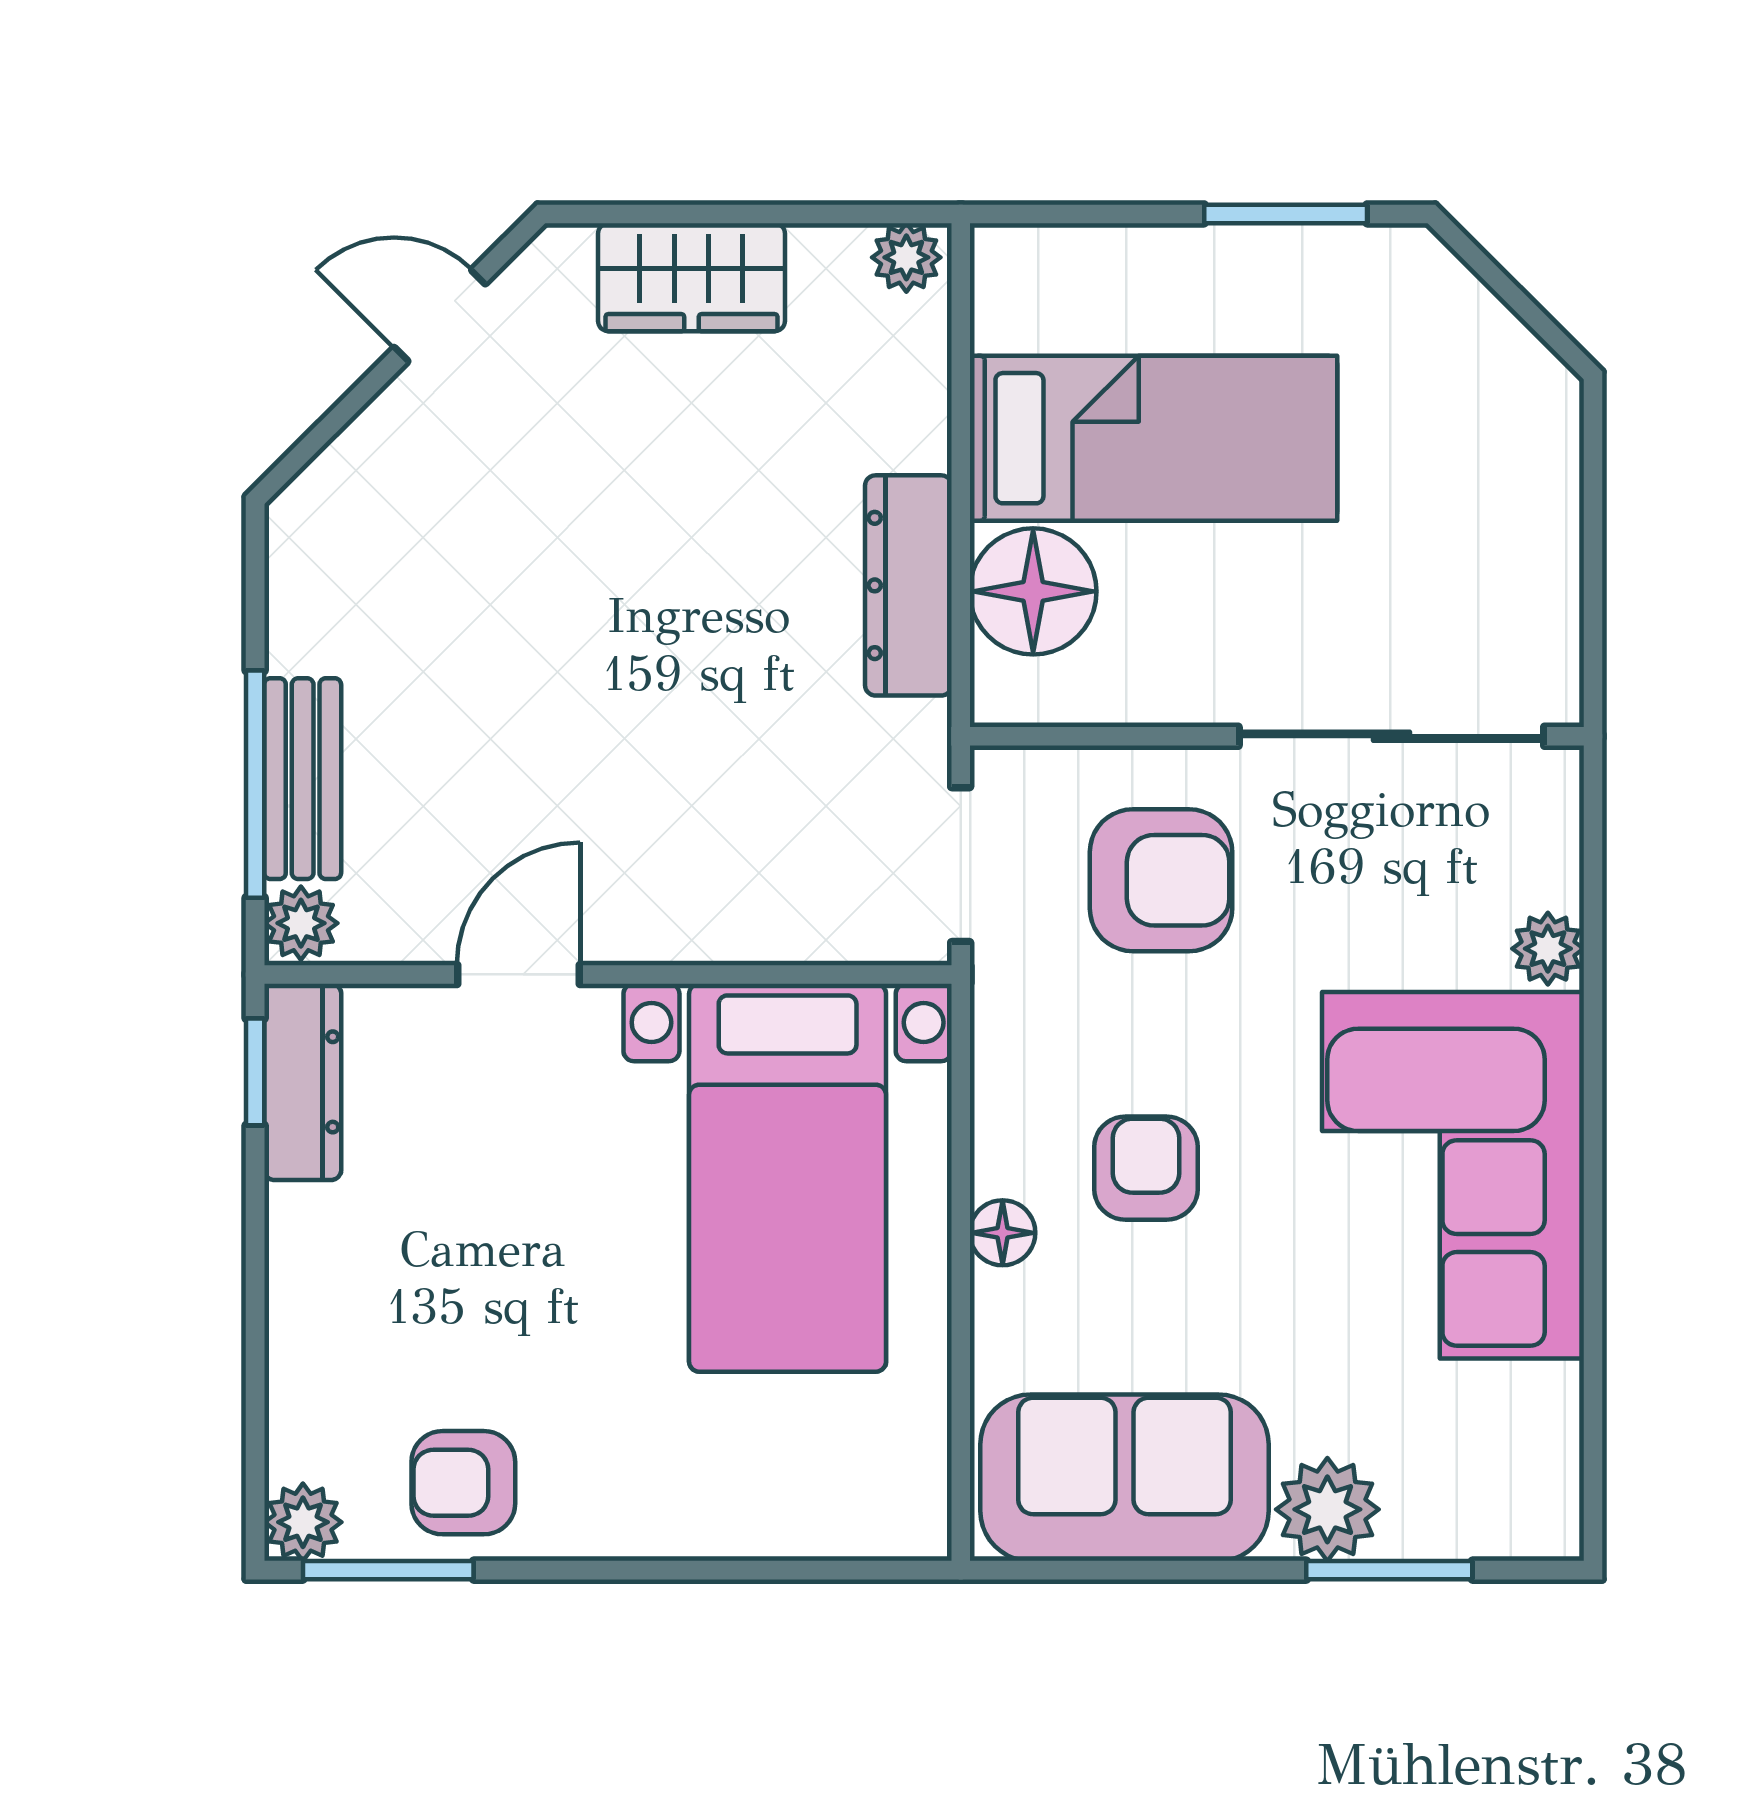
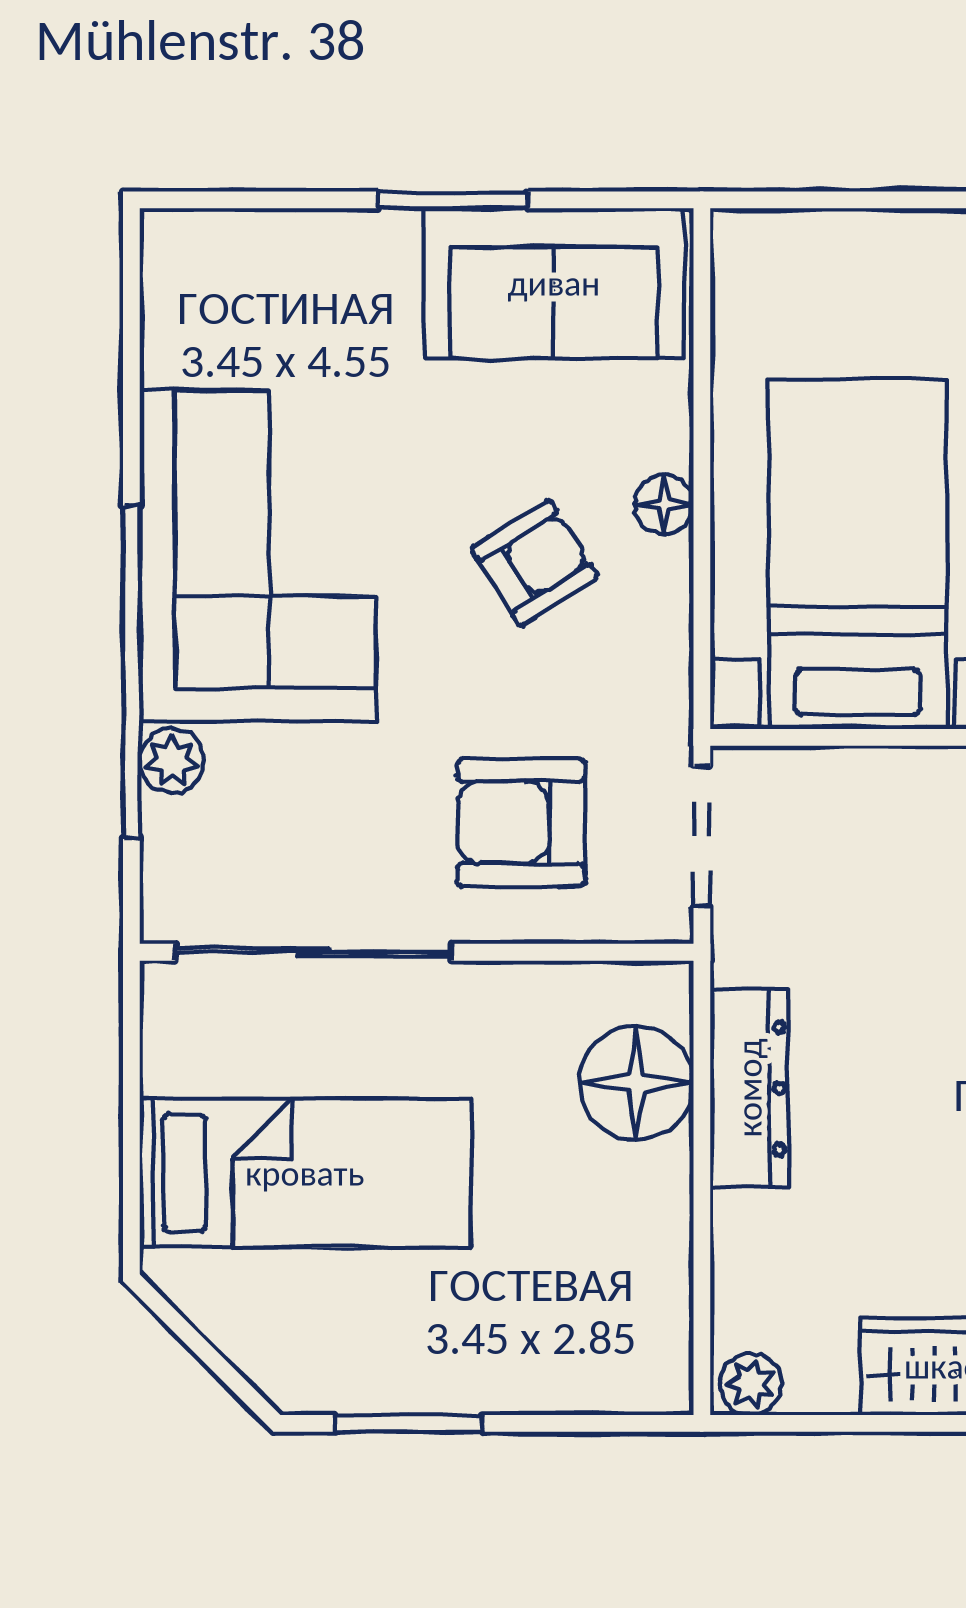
bed: (1154, 438) -> (305, 1173), moved, turned 180
window: (1593, 1047) -> (131, 672), added
armchair: (1146, 1168) -> (535, 563), turned -122
plant: (1327, 1509) -> (371, 255), removed
window: (1389, 1570) -> (453, 200), moved

